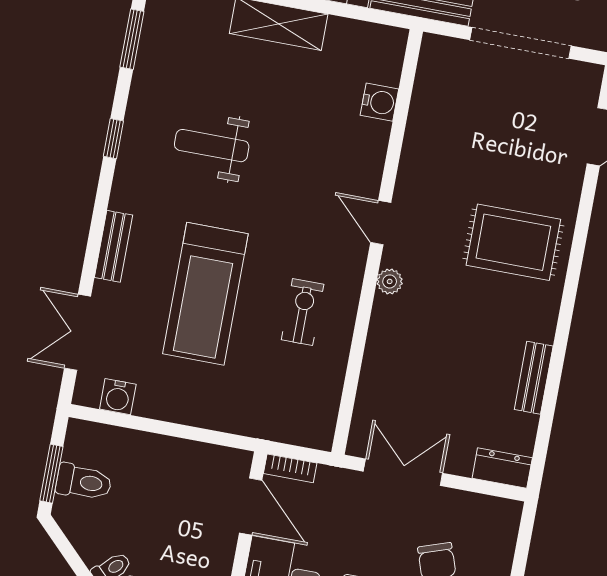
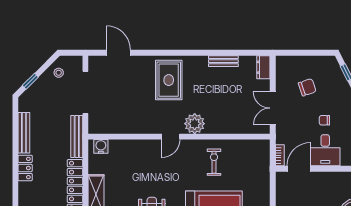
water cooler: (379, 102) -> (101, 146), moved
plant: (390, 281) -> (195, 124), width x1.88, depth x1.88
exercise bike: (303, 312) -> (214, 162), turned 90

